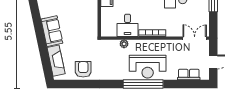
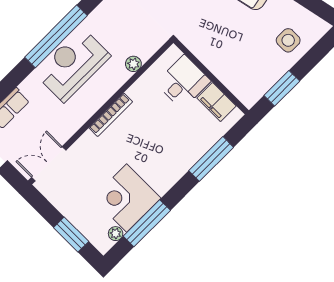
desk: (128, 25) -> (183, 82), moved, turned 90
double door: (195, 38) -> (49, 164), swing flipped

